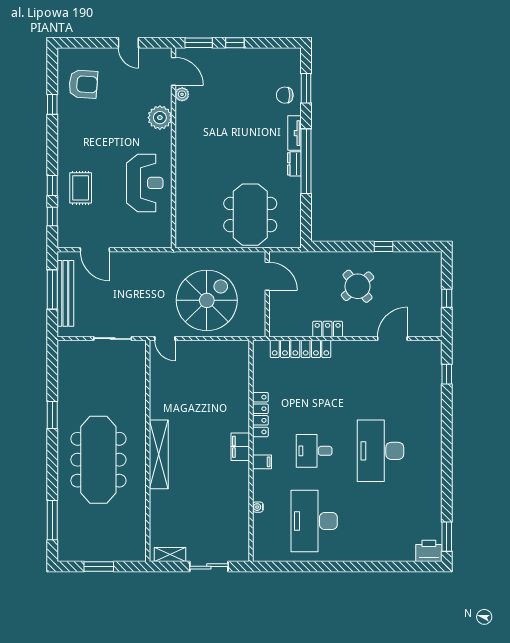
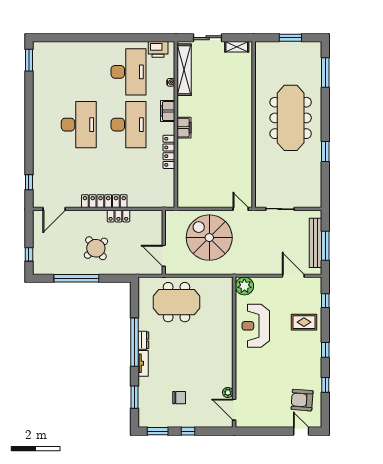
door: (128, 43) -> (301, 431), moved
window: (199, 43) -> (158, 431), moved
chair: (285, 95) -> (179, 398), moved
plant: (160, 118) -> (244, 286), moved
window: (52, 185) -> (325, 350), moved
rug: (81, 188) -> (304, 322), turned 90
meeting table: (250, 215) -> (176, 302), turned 90
window: (383, 246) -> (76, 278), width x3.17
window: (447, 298) -> (29, 254), moved
spiral stairs: (207, 300) -> (209, 238), turned 90
door: (392, 339) -> (54, 209), moved
locker: (300, 349) -> (104, 201), moved
desk: (314, 451) -> (129, 125), width x1.87, depth x1.30
shelving: (159, 454) -> (184, 70), moved
filing cabinet: (262, 462) -> (168, 111), width x2.00
printer: (429, 551) -> (158, 49), moved

